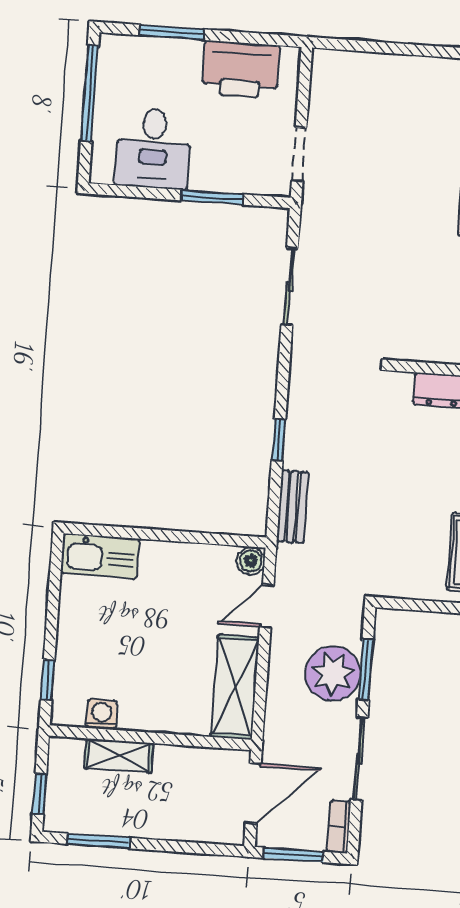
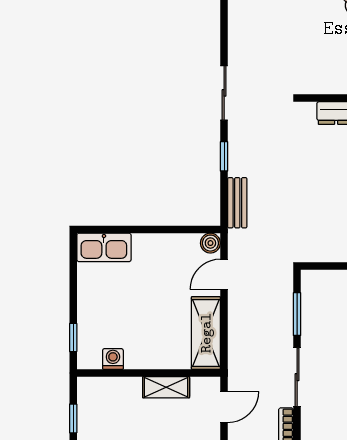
sliding door: (290, 286) -> (224, 93), moved
plant: (333, 674) -> (274, 319), removed
shelving: (119, 756) -> (166, 387), moved
door: (253, 793) -> (224, 407), width x0.73

